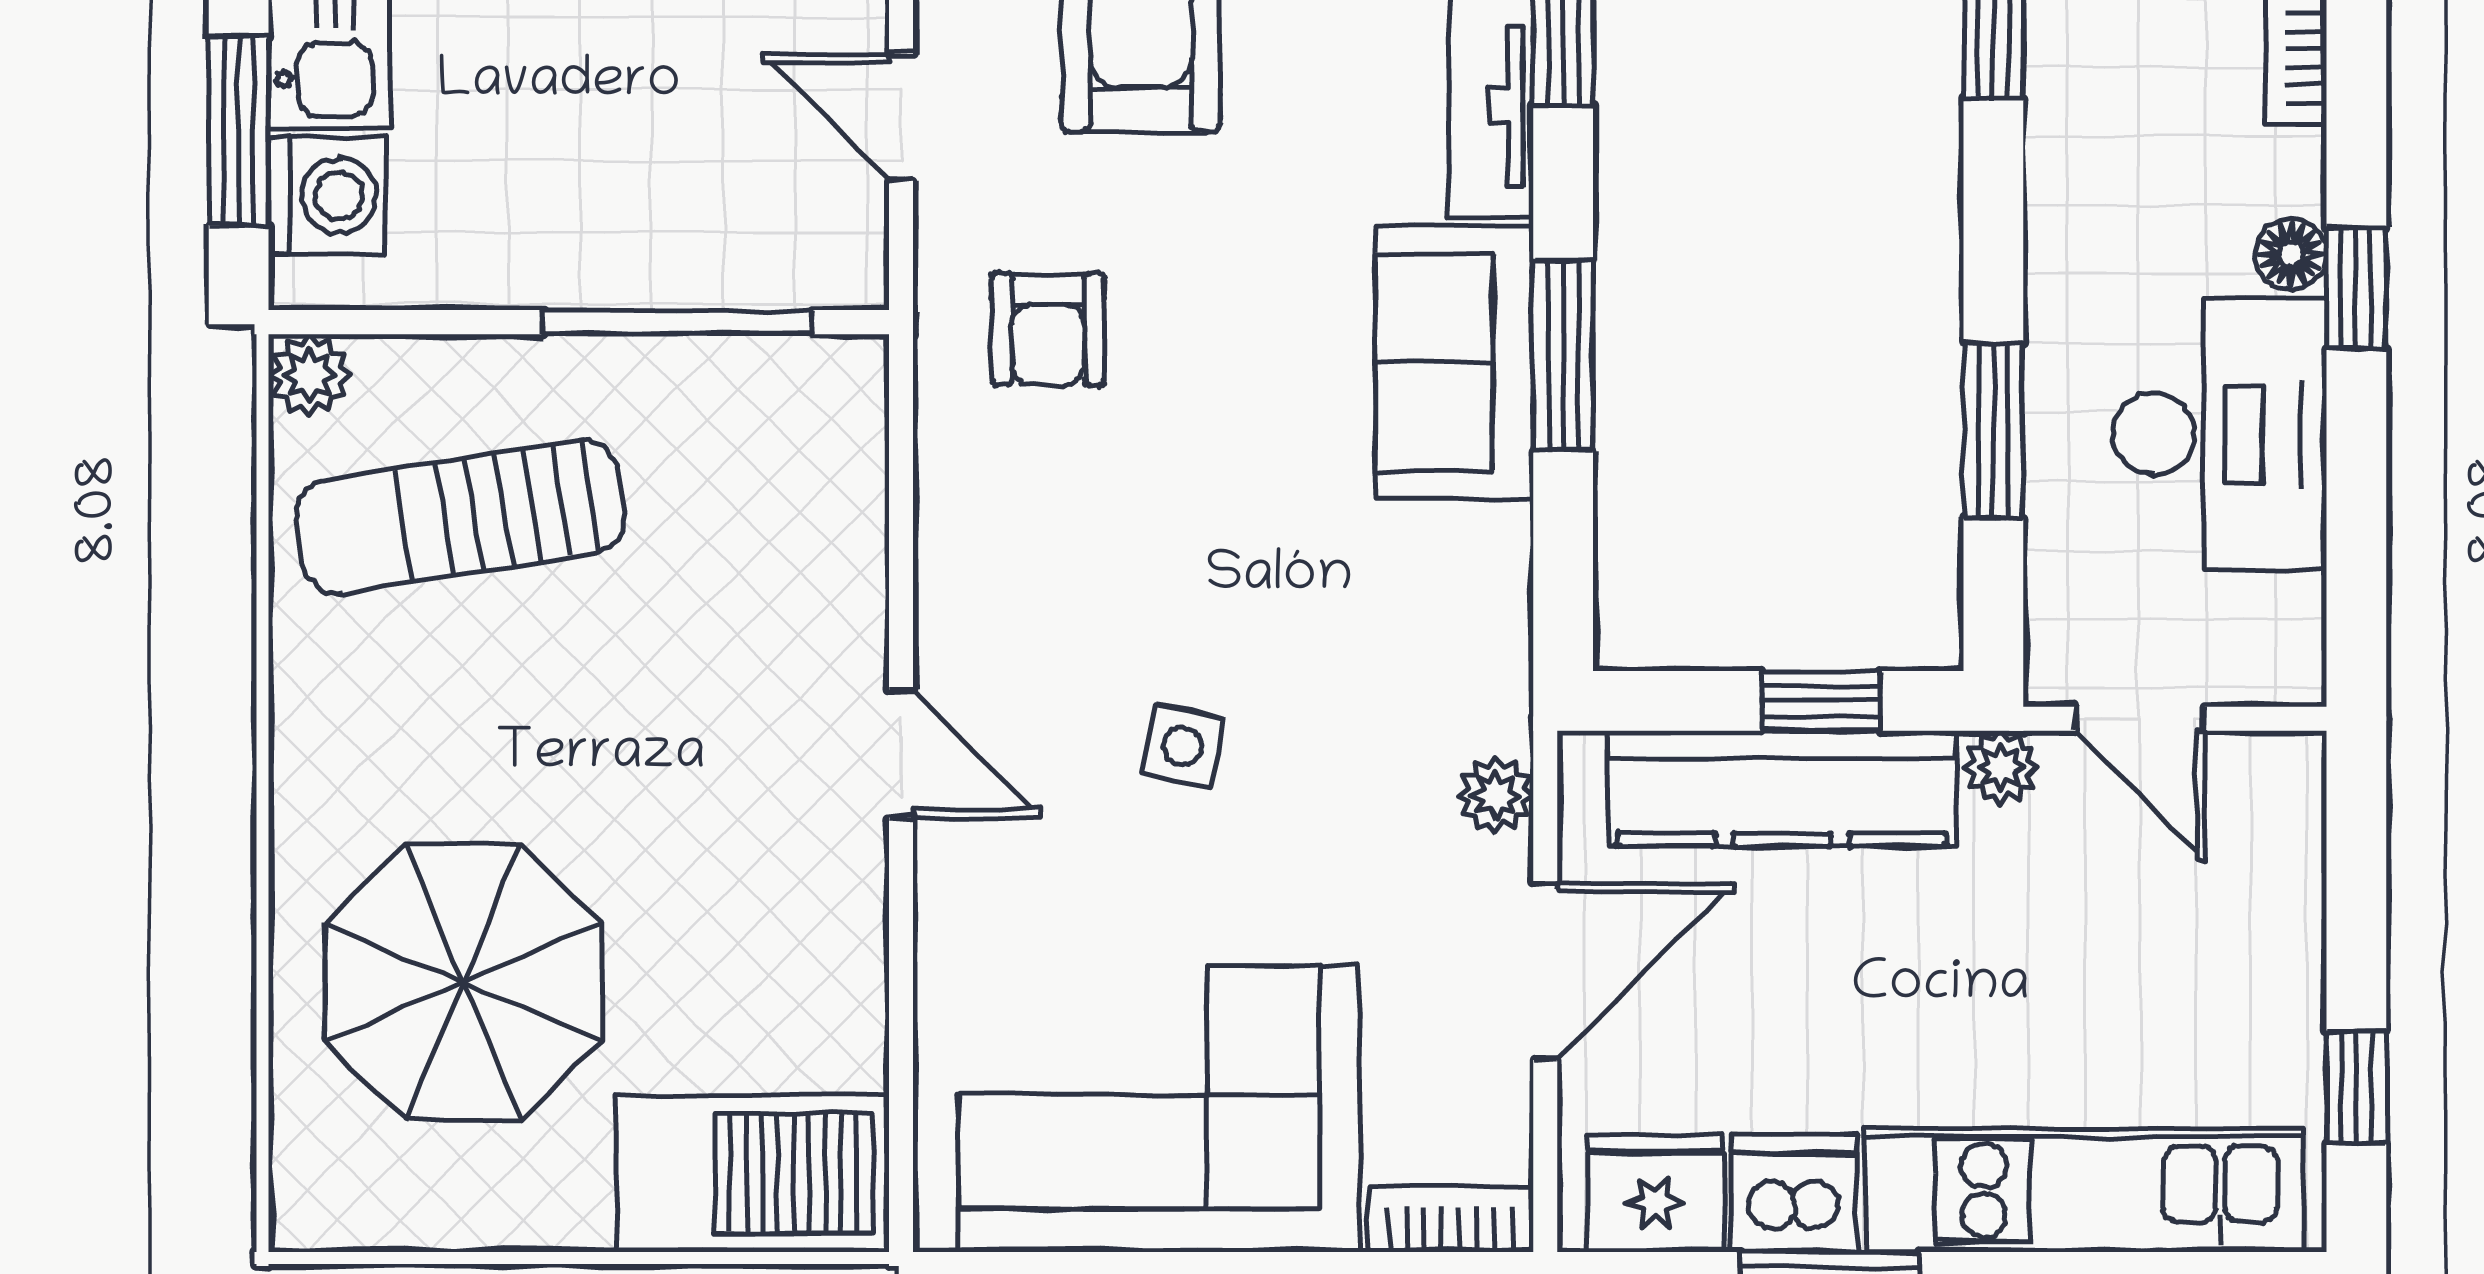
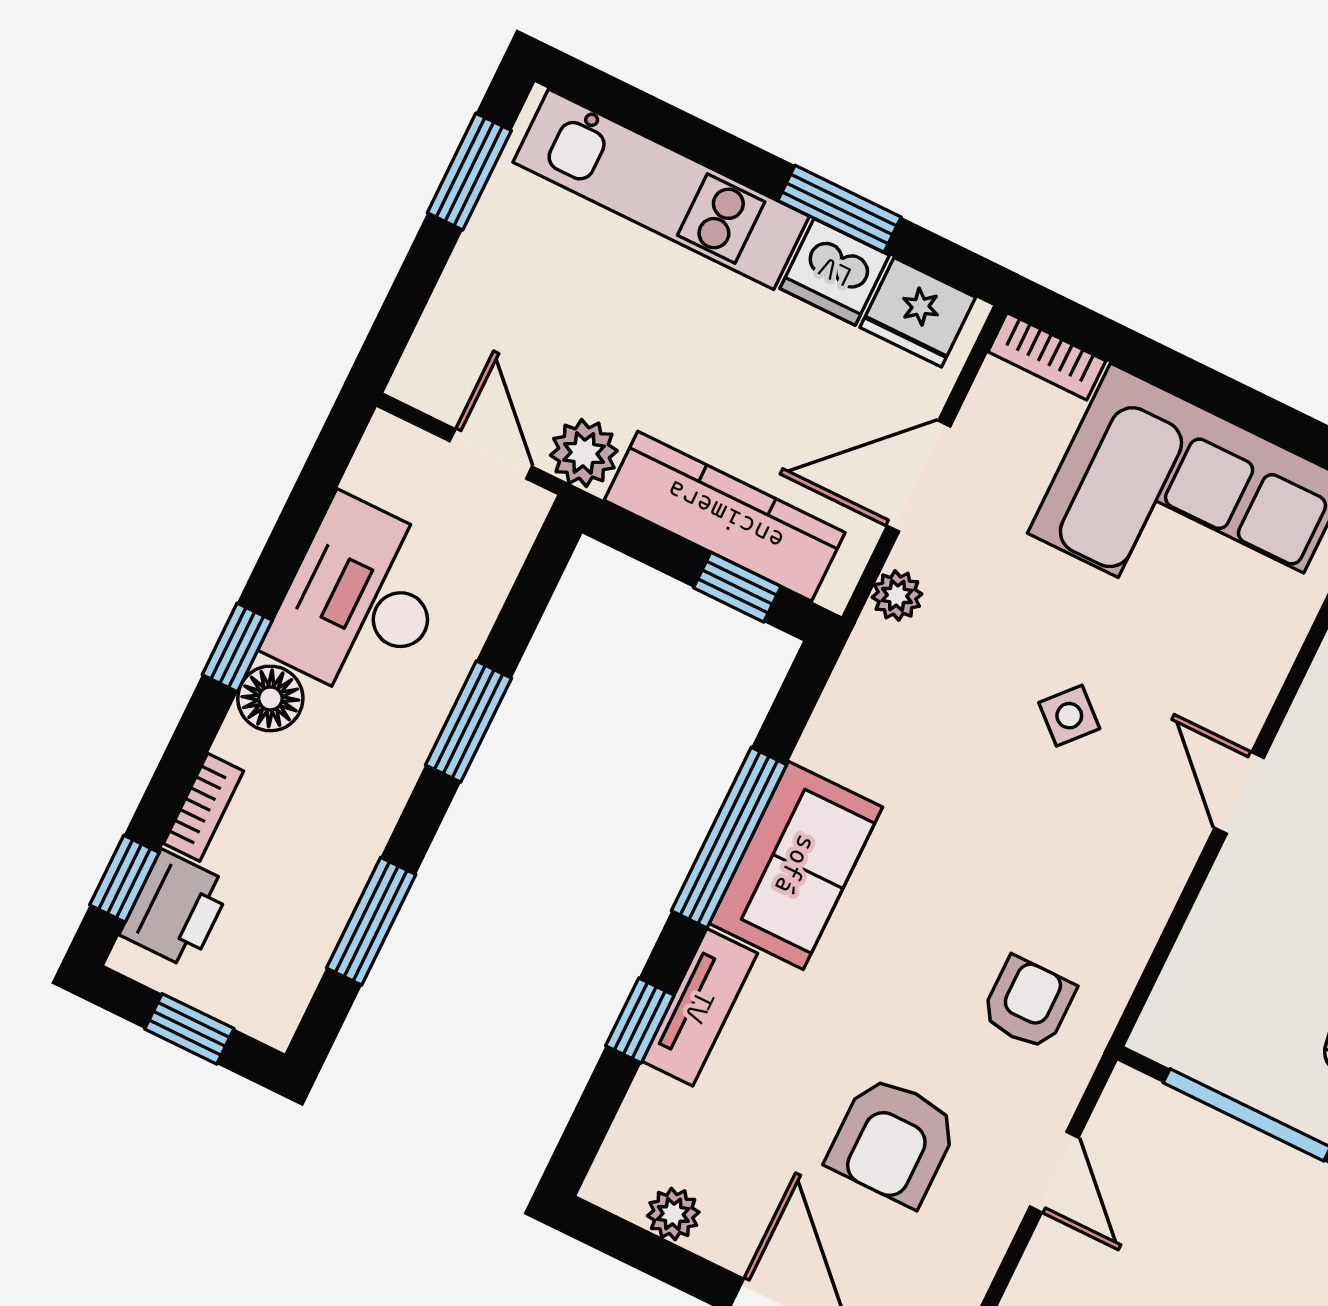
floor lamp: (2291, 254) -> (270, 698), width x1.37, depth x1.37
window: (1563, 356) -> (729, 838), width x1.44
window: (1993, 430) -> (469, 722), moved
window: (1821, 701) -> (737, 587), moved
side table: (1183, 746) -> (1069, 716), turned 30
plant: (2001, 767) -> (584, 453), width x1.38, depth x1.38
window: (2356, 1087) -> (469, 172), width x1.50

